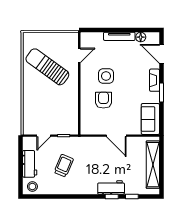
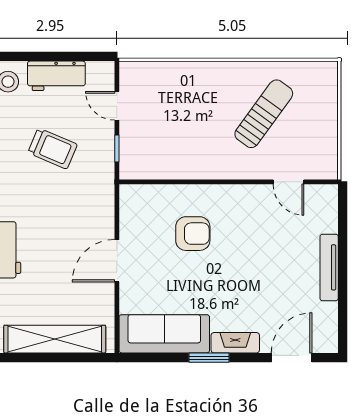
floor lamp: (141, 37) -> (328, 313), removed
sun lounger: (47, 67) -> (264, 114), width x0.73, depth x0.75
side table: (106, 76) -> (244, 239), removed
sofa: (150, 119) -> (164, 334), width x1.36

